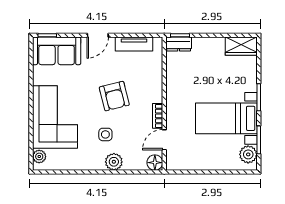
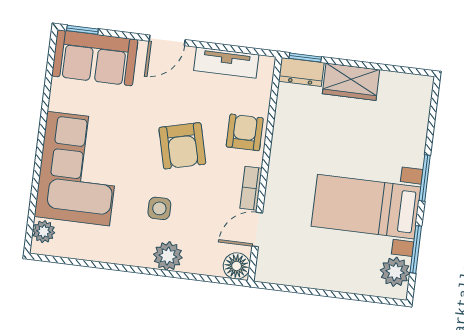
wardrobe: (241, 46) -> (351, 82), moved
armchair: (150, 84) -> (245, 132), added

